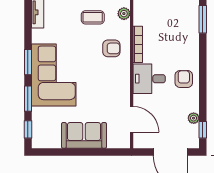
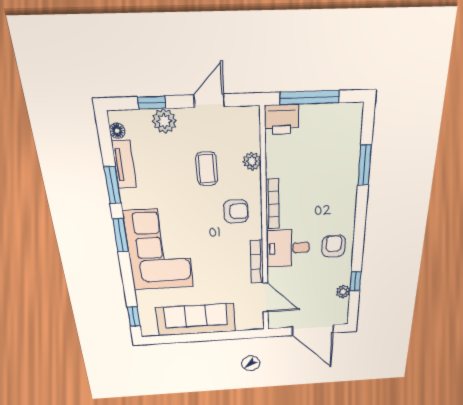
coffee table: (93, 17) -> (207, 169), turned 90
bookcase: (126, 89) -> (257, 262), added
window: (28, 99) -> (113, 185), moved
window: (203, 130) -> (356, 281), moved
sofa: (84, 135) -> (196, 320), width x1.36

